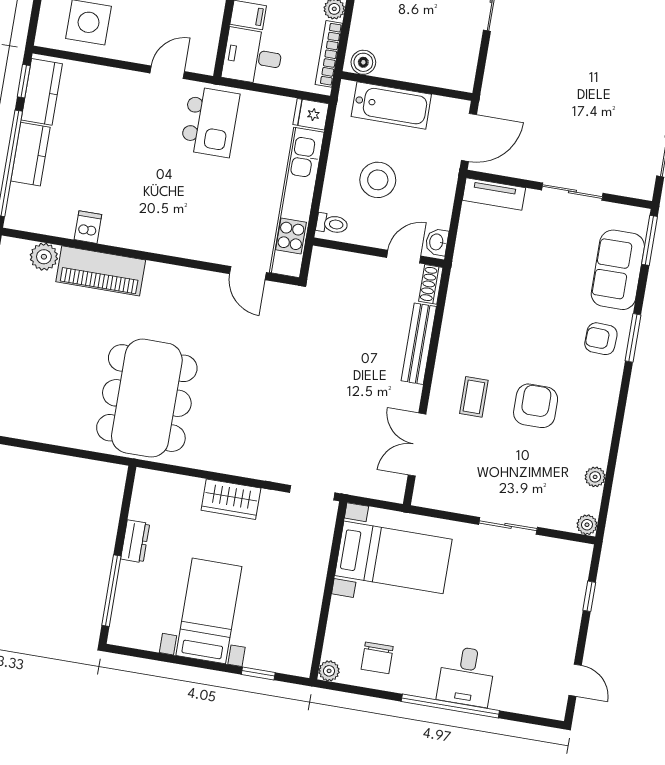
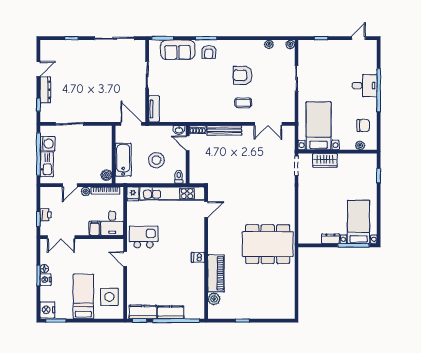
dishwasher: (88, 227) -> (198, 257), moved
wardrobe: (231, 499) -> (325, 160), moved, turned 90
bed with nightstands: (209, 611) -> (359, 222), moved, turned 90
plant: (329, 671) -> (360, 145), moved

